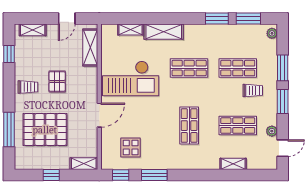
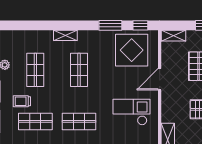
checkout: (131, 78) -> (132, 112), width x0.73, depth x0.83
shop shelf: (238, 126) -> (35, 70), turned 90
display table: (131, 147) -> (132, 50), width x1.86, depth x1.86
shelving: (233, 164) -> (65, 35), moved

